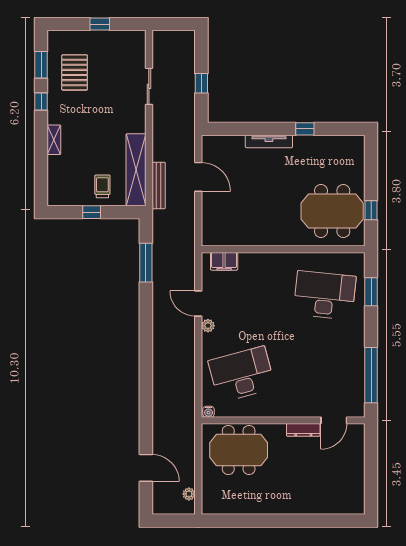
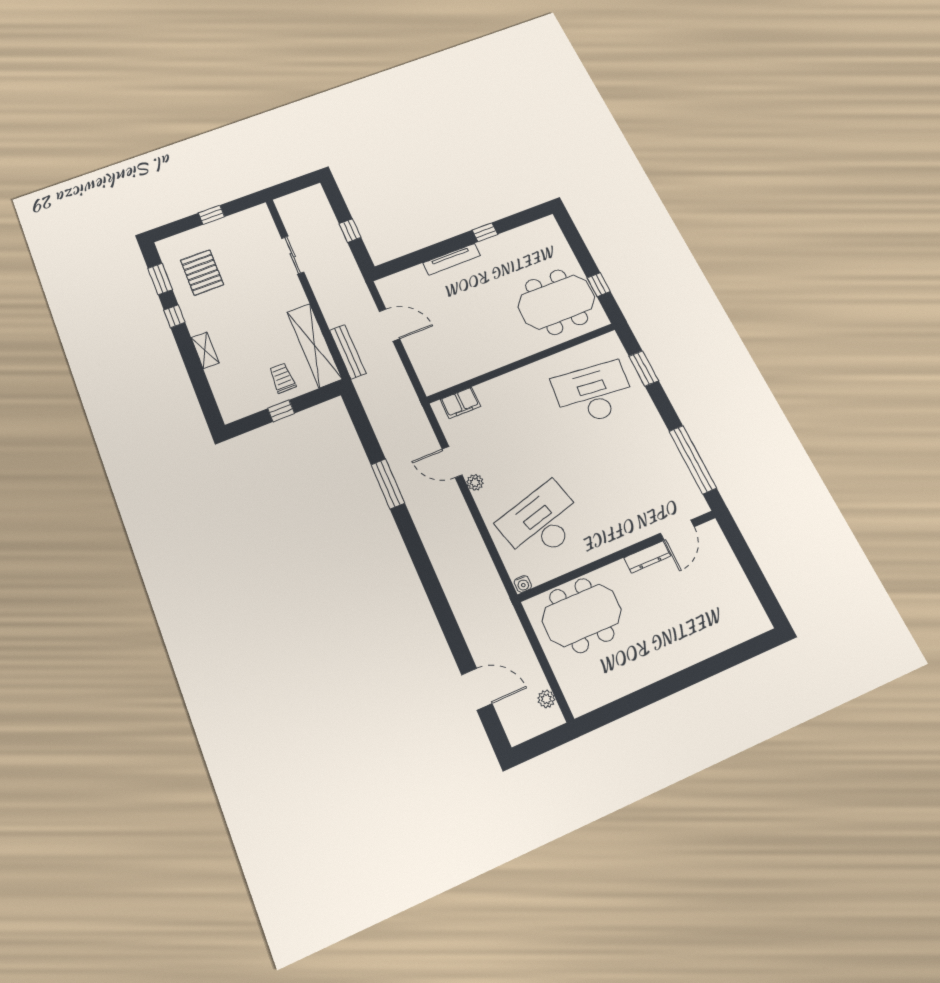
window: (146, 263) -> (388, 484), moved

